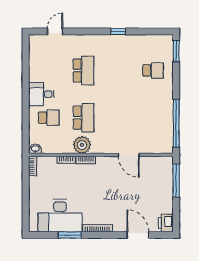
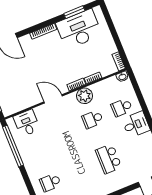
school desk: (84, 118) -> (93, 119), width x0.54
desk: (153, 141) -> (27, 123), added
door: (129, 155) -> (53, 99), moved
window: (70, 235) -> (74, 12), moved

